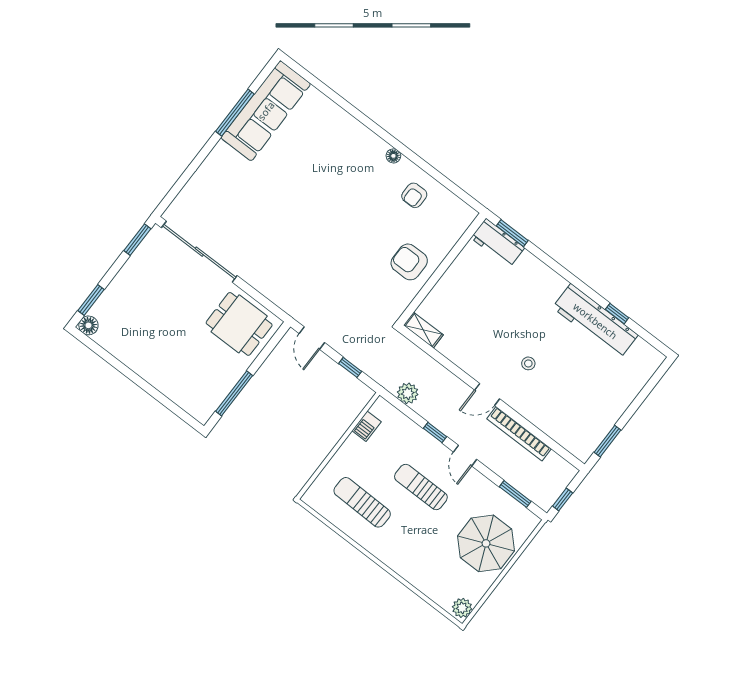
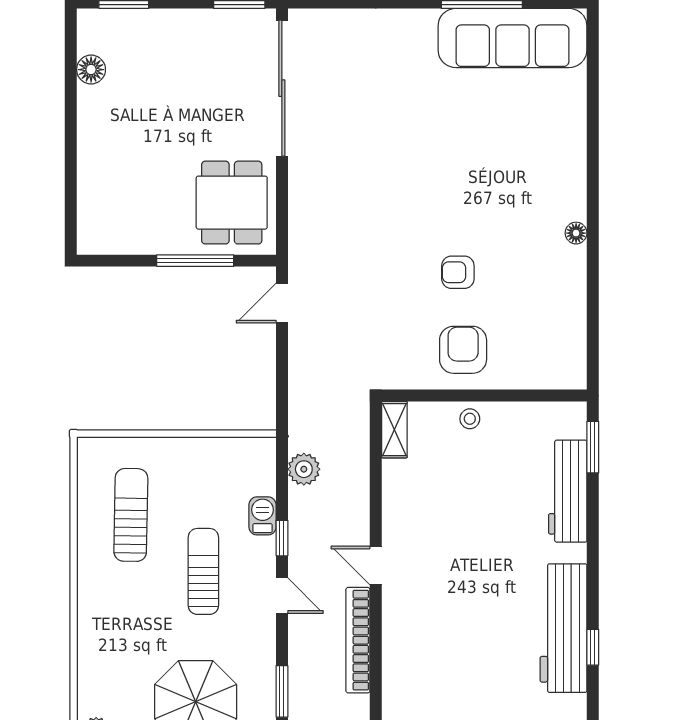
armchair: (414, 195) -> (458, 272), moved
workbench: (498, 243) -> (568, 491), moved, width x1.38
floor lamp: (88, 325) -> (91, 70), moved
stool: (528, 363) -> (470, 419), moved
window: (350, 367) -> (282, 376), removed
window: (234, 393) -> (195, 261), moved
barbecue: (367, 426) -> (262, 516), moved, turned 90
door: (465, 456) -> (282, 596), swing flipped

